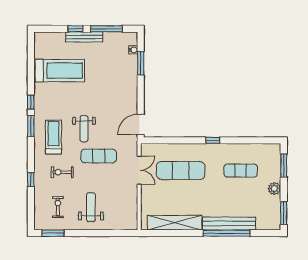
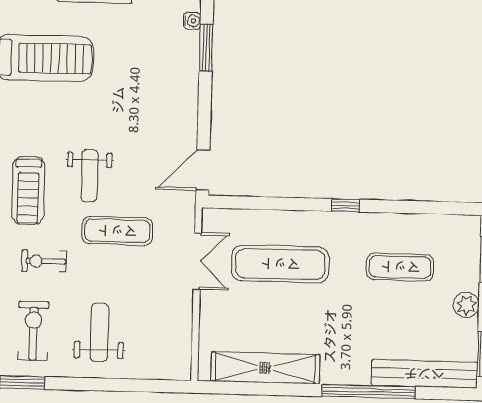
treadmill: (53, 137) -> (28, 190), turned 180
exercise bike: (58, 207) -> (33, 331), width x1.38, depth x1.39
bench: (229, 224) -> (424, 374), moved

